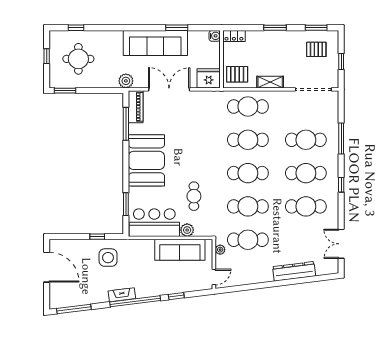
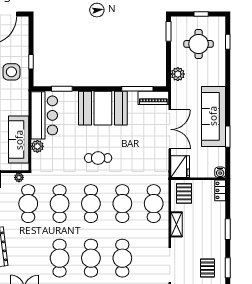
plant: (126, 81) -> (178, 74), moved
cafe table: (194, 196) -> (98, 158), moved

